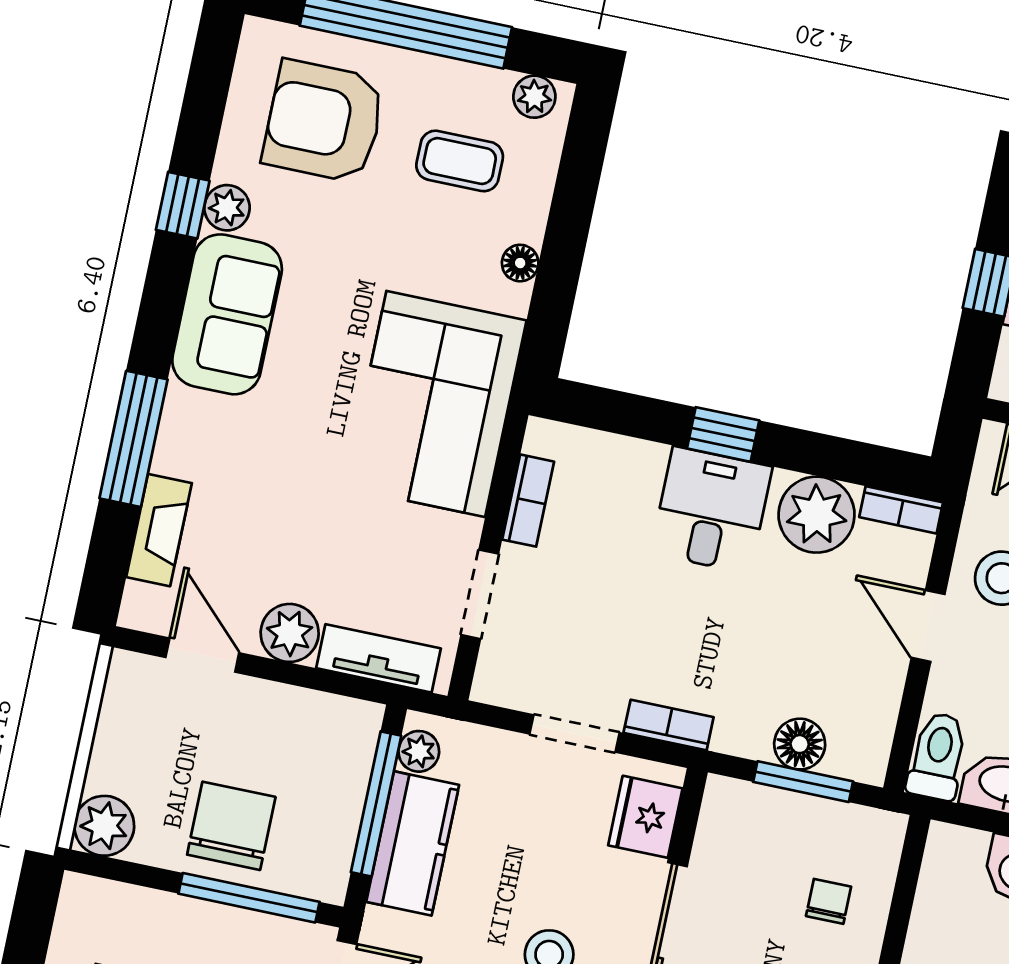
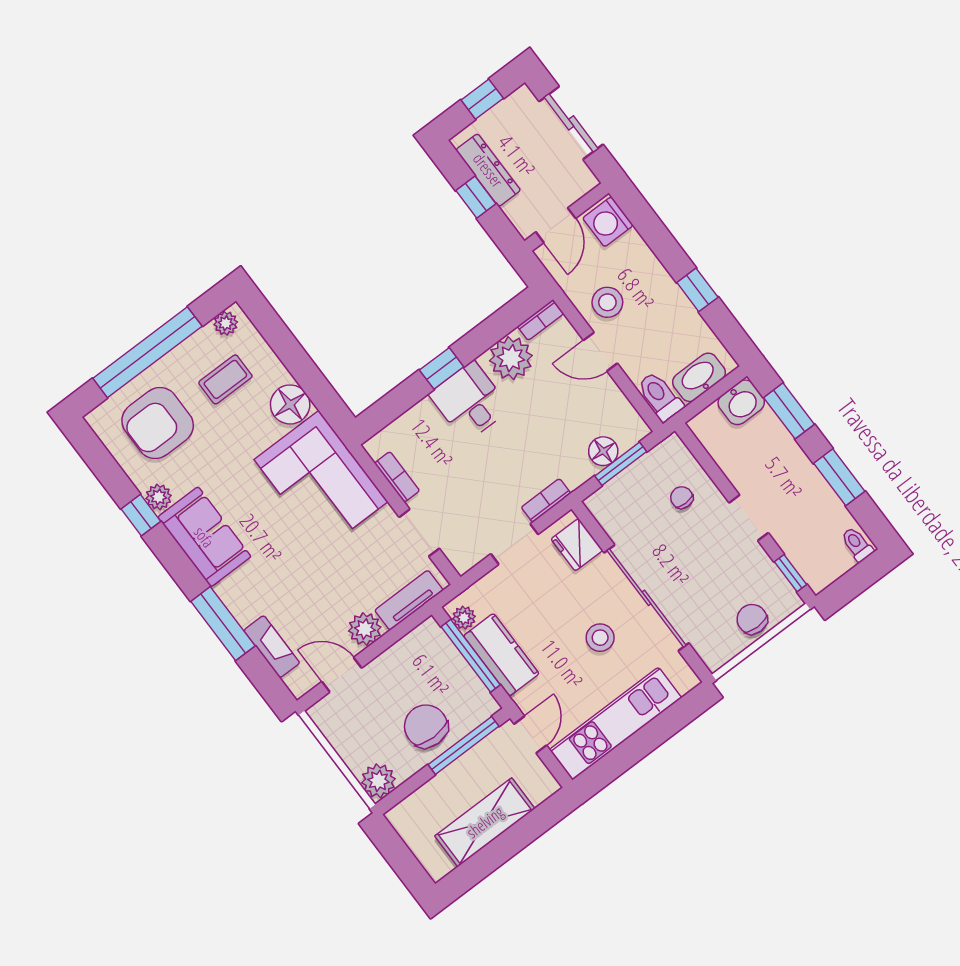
floor lamp: (520, 263) -> (290, 404), width x1.89, depth x1.89

